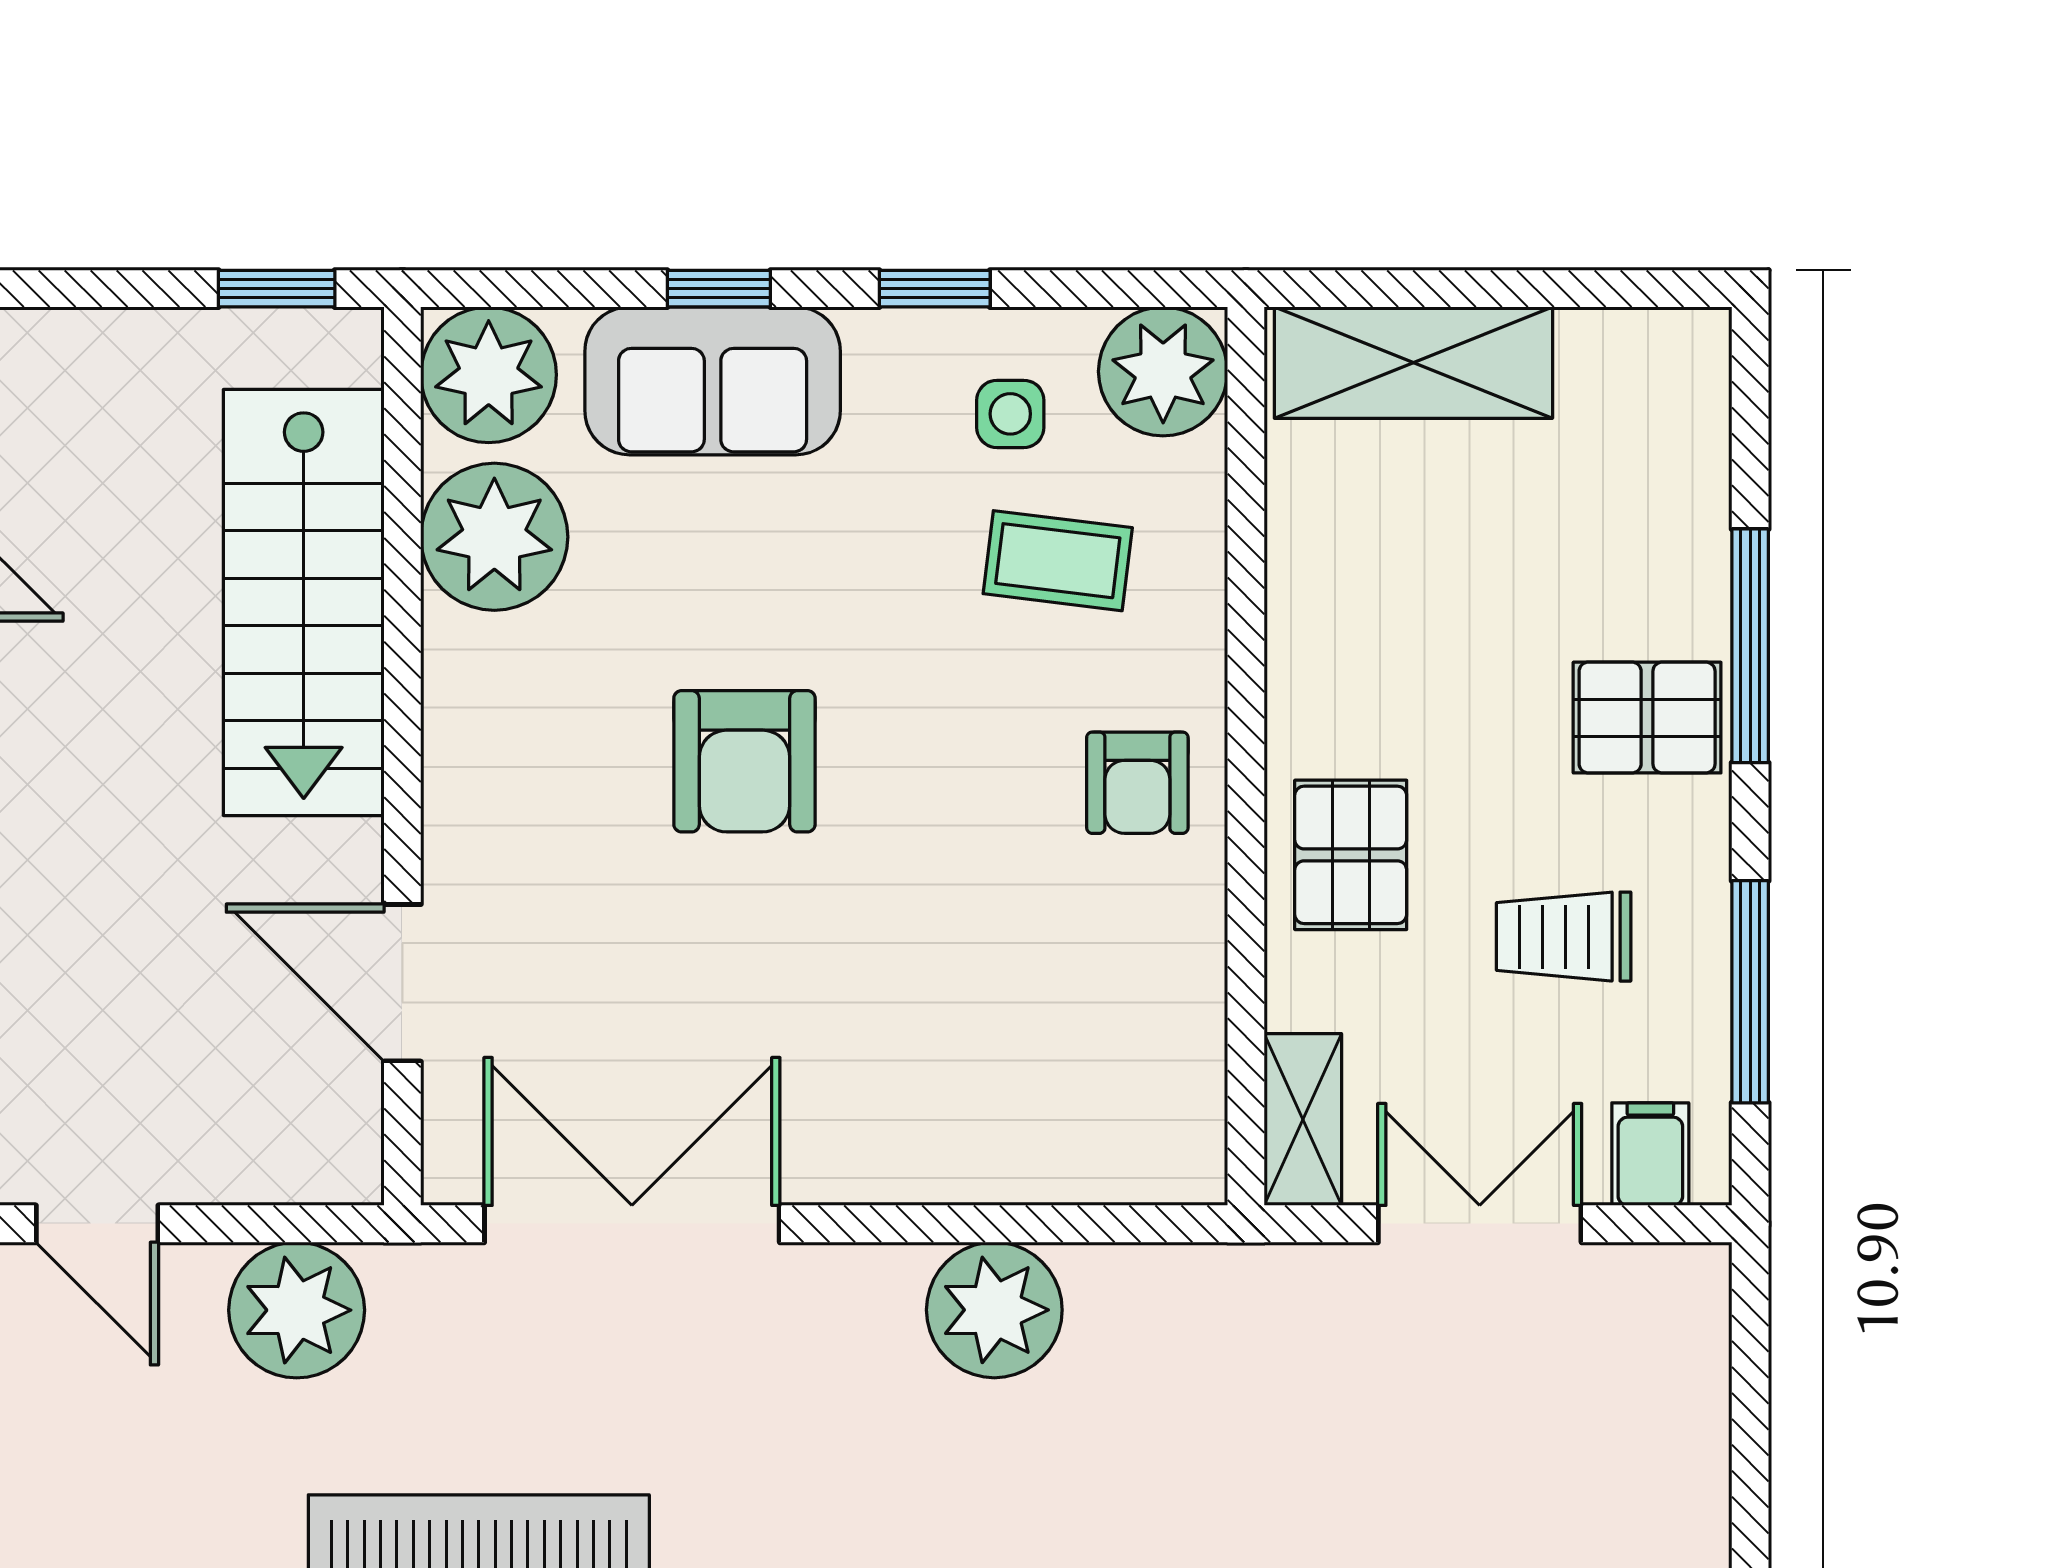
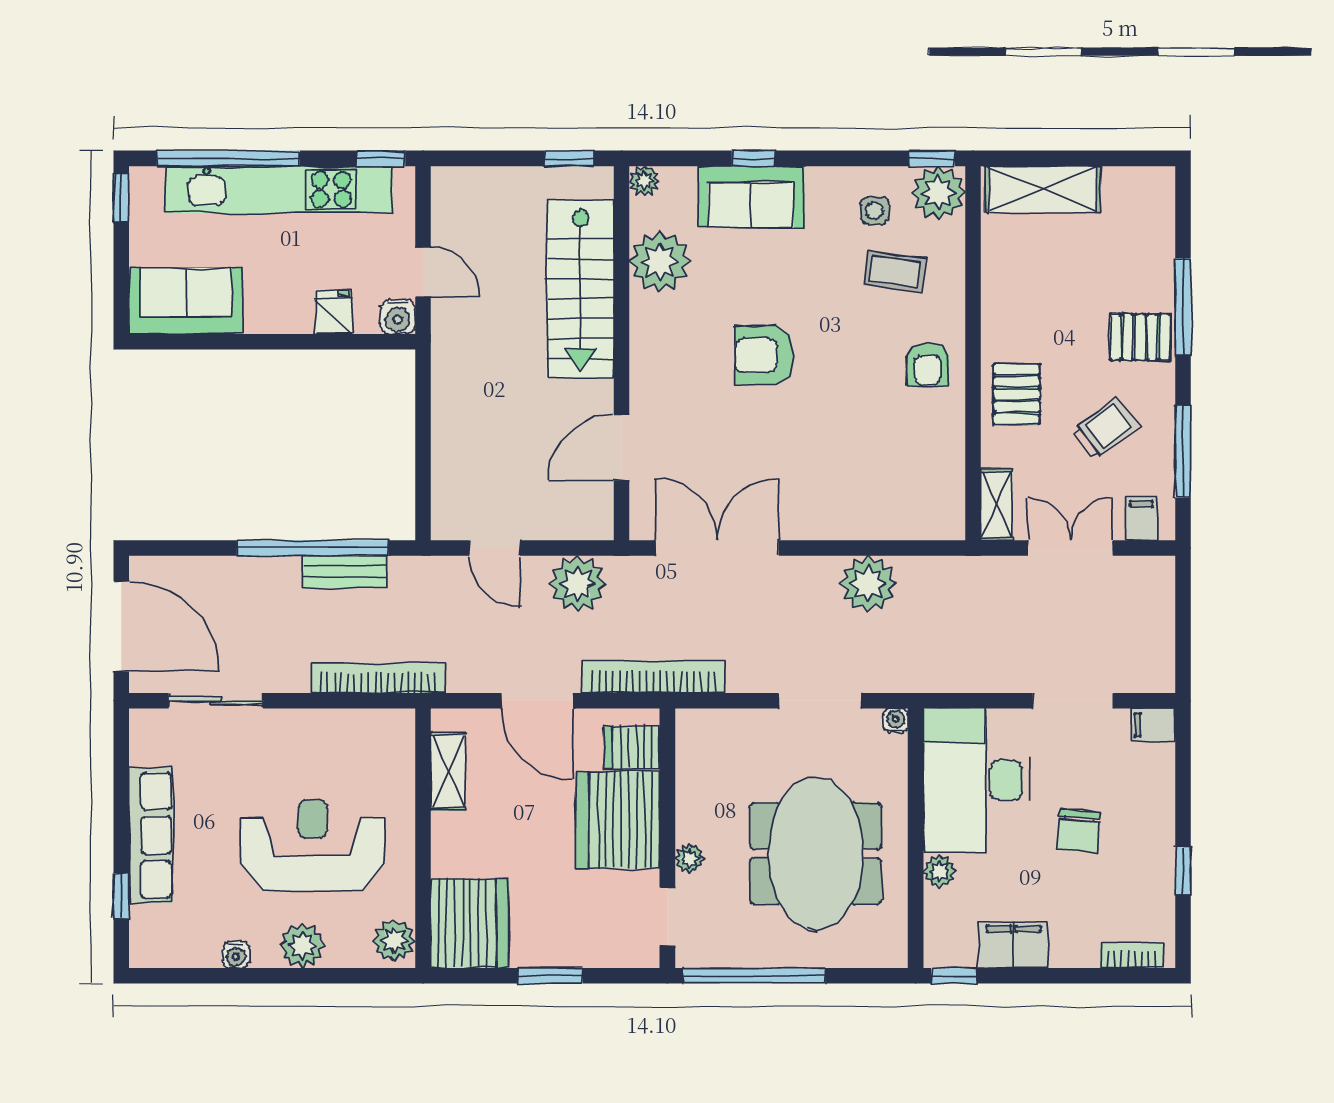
window: (935, 289) -> (932, 158), moved
plant: (489, 375) -> (644, 181), width x0.53, depth x0.53
armchair: (744, 761) -> (764, 355), turned 90
trolley: (1564, 937) -> (1105, 428), turned 143
door: (402, 983) -> (622, 448), hinge flipped

